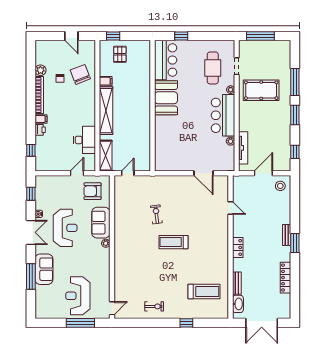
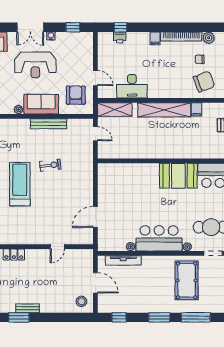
printer: (40, 130) -> (120, 37), moved
bench: (119, 216) -> (49, 124), added
treadmill: (174, 242) -> (20, 184), width x1.37, depth x1.38

